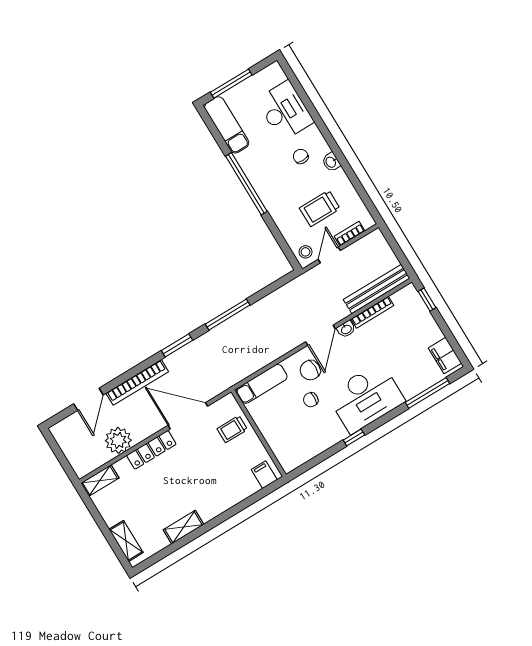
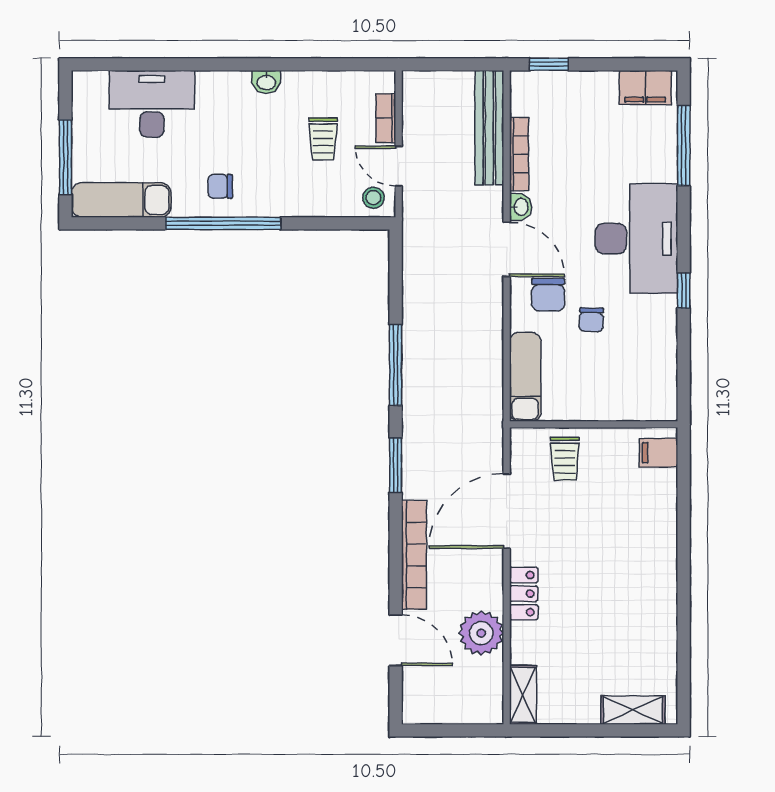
chair: (301, 156) -> (220, 186), moved
trolley: (320, 208) -> (323, 139), width x0.73, depth x0.72
locker: (151, 450) -> (524, 594), width x0.66
shelving: (183, 527) -> (663, 615), removed

